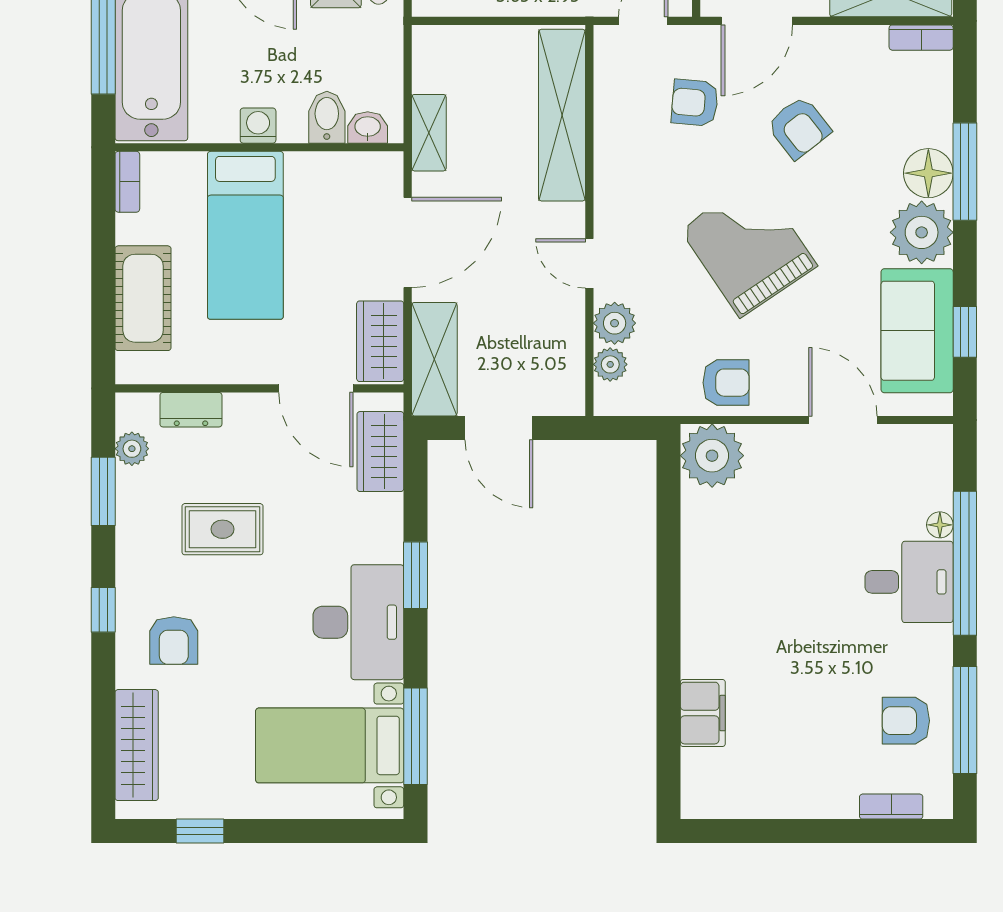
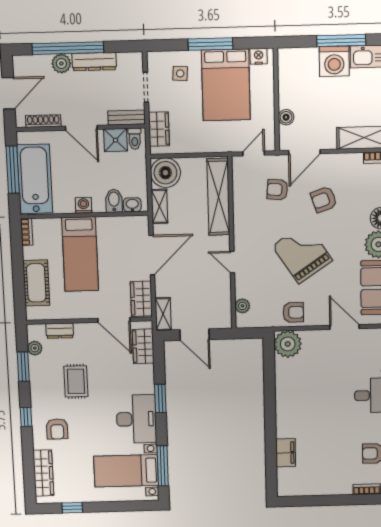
boiler: (445, 58) -> (165, 173), added
armchair: (799, 128) -> (324, 199), turned 109
plant: (615, 323) -> (244, 288), removed
shelving: (434, 359) -> (163, 314), width x0.67, depth x0.75
rug: (222, 529) -> (76, 381), turned 90

